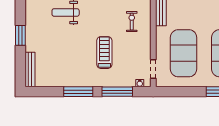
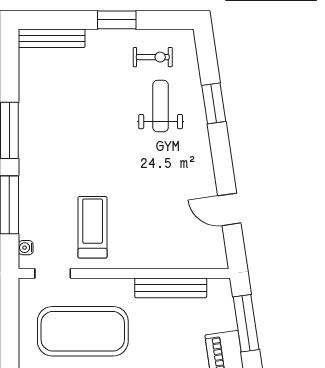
exercise bike: (132, 22) -> (153, 57), moved
treadmill: (104, 52) -> (93, 227), moved, turned -90

